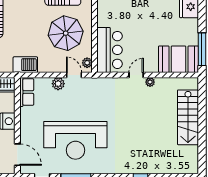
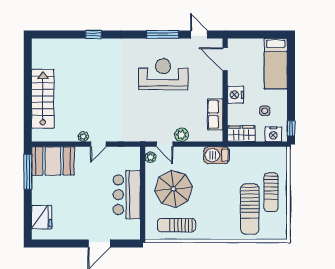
bar counter: (110, 50) -> (127, 195), moved
row of seats: (27, 92) -> (215, 114), moved
reception desk: (75, 140) -> (163, 74), width x0.74, depth x0.77

